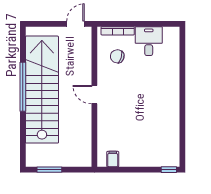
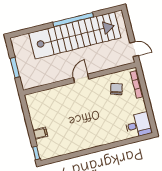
desk: (149, 41) -> (138, 125), moved
filing cabinet: (113, 159) -> (40, 133), moved
window: (49, 170) -> (15, 68), moved

